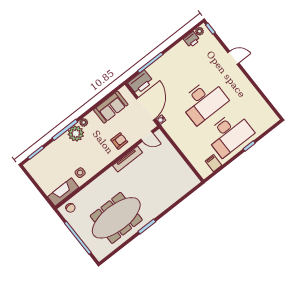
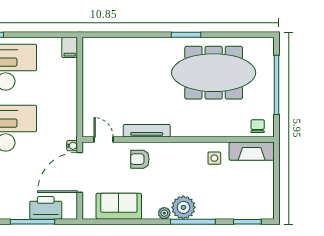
printer: (141, 82) -> (46, 208), moved
filing cabinet: (213, 163) -> (70, 47), moved

